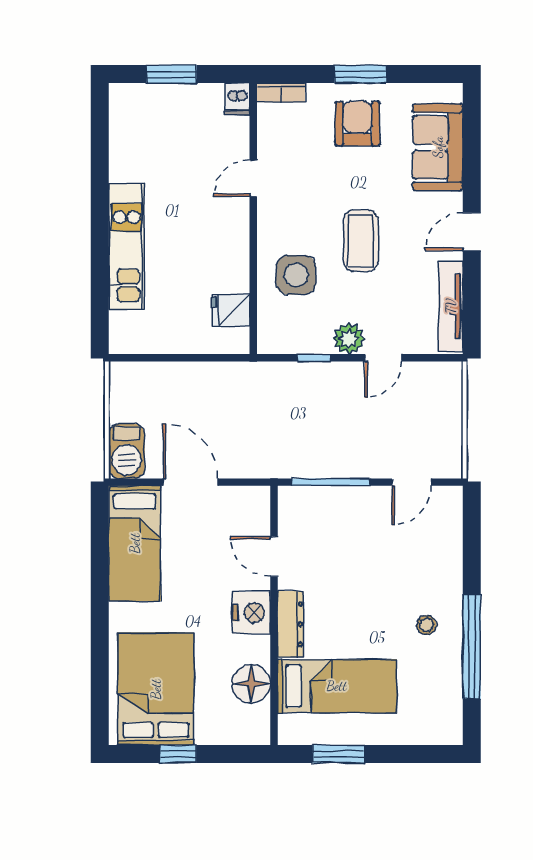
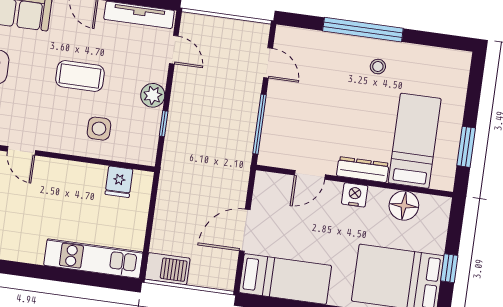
kitchen unit: (127, 246) -> (93, 259), moved
side table: (296, 275) -> (99, 129), width x0.73, depth x0.73
door: (383, 358) -> (174, 50), moved
barbecue: (127, 451) -> (167, 269), moved
nightstand: (251, 613) -> (355, 195), width x0.74, depth x0.75
window: (472, 646) -> (363, 30), moved

